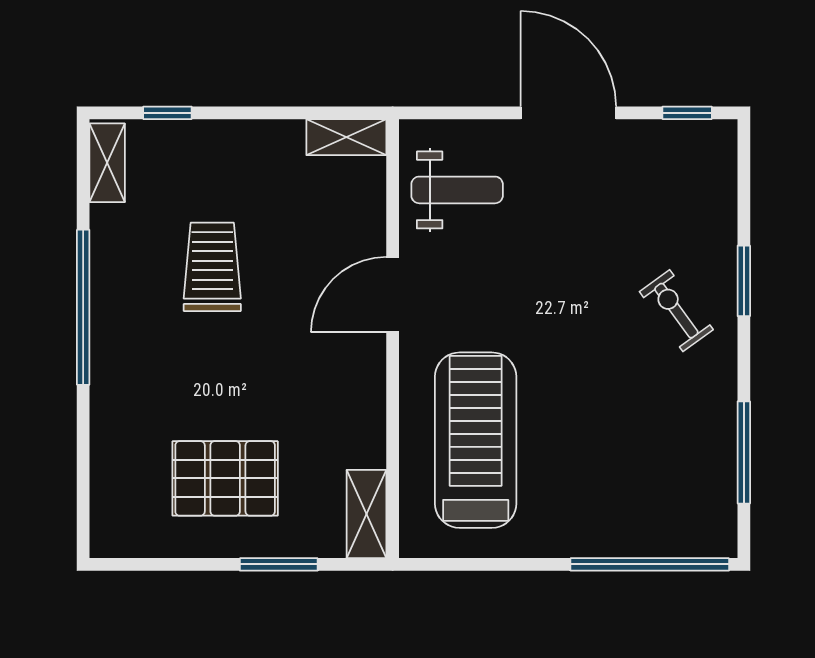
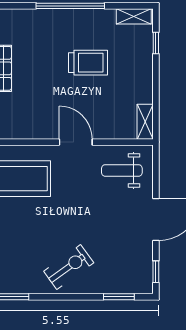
weight bench: (457, 190) -> (122, 170), turned 90
window: (744, 281) -> (119, 297), moved
exercise bike: (676, 311) -> (69, 267), width x1.38, depth x1.39

